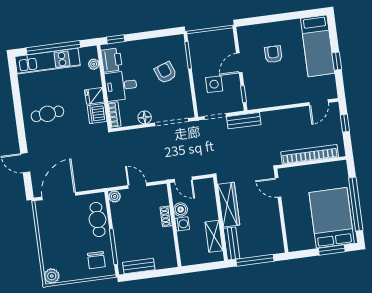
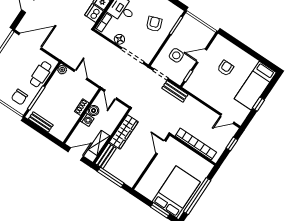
door: (200, 267) -> (76, 154), added

